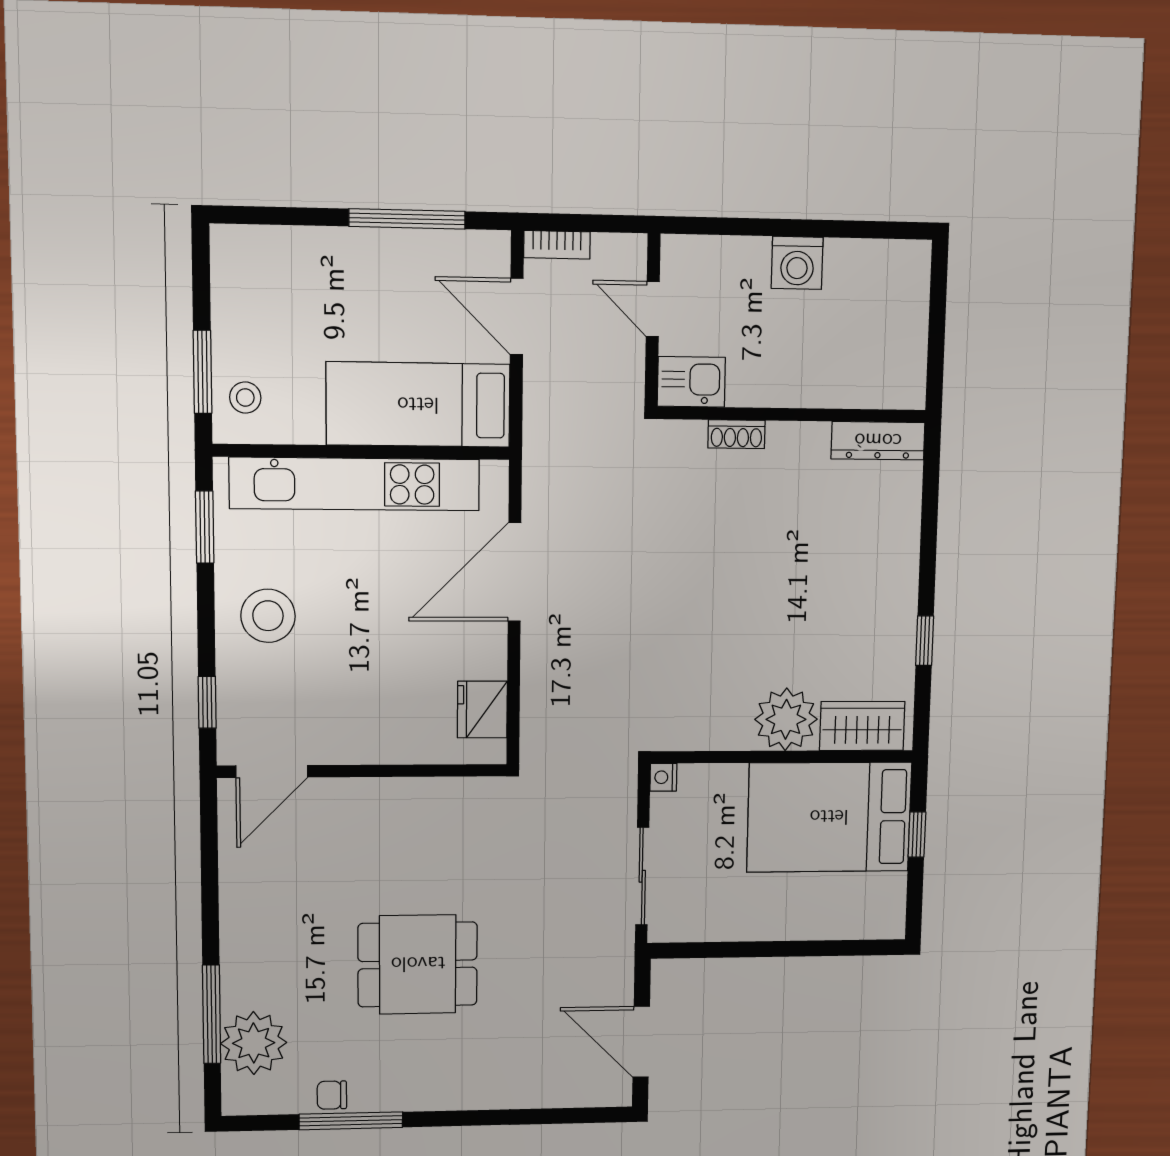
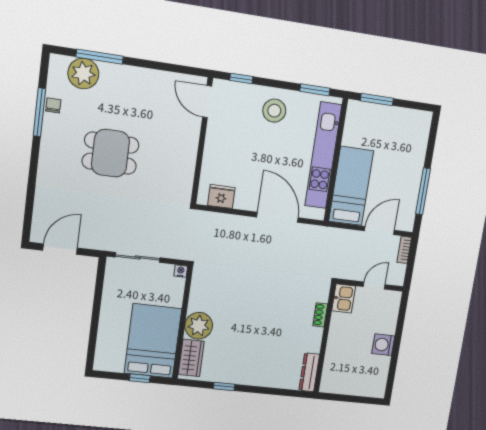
stool: (245, 398) -> (364, 115), removed
dining table: (418, 964) -> (110, 153), turned 90

